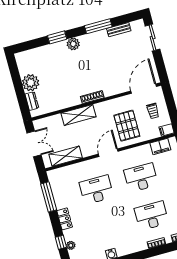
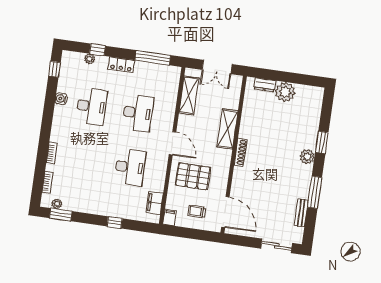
desk: (151, 216) -> (91, 106), moved

